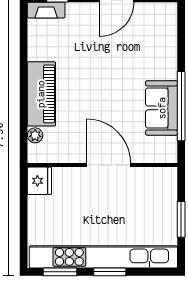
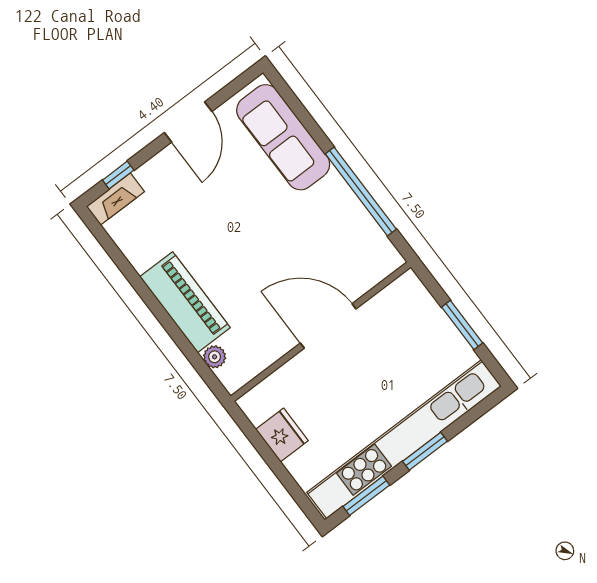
sofa: (162, 108) -> (283, 137), moved, width x1.36
fridge: (39, 181) -> (282, 435), moved

